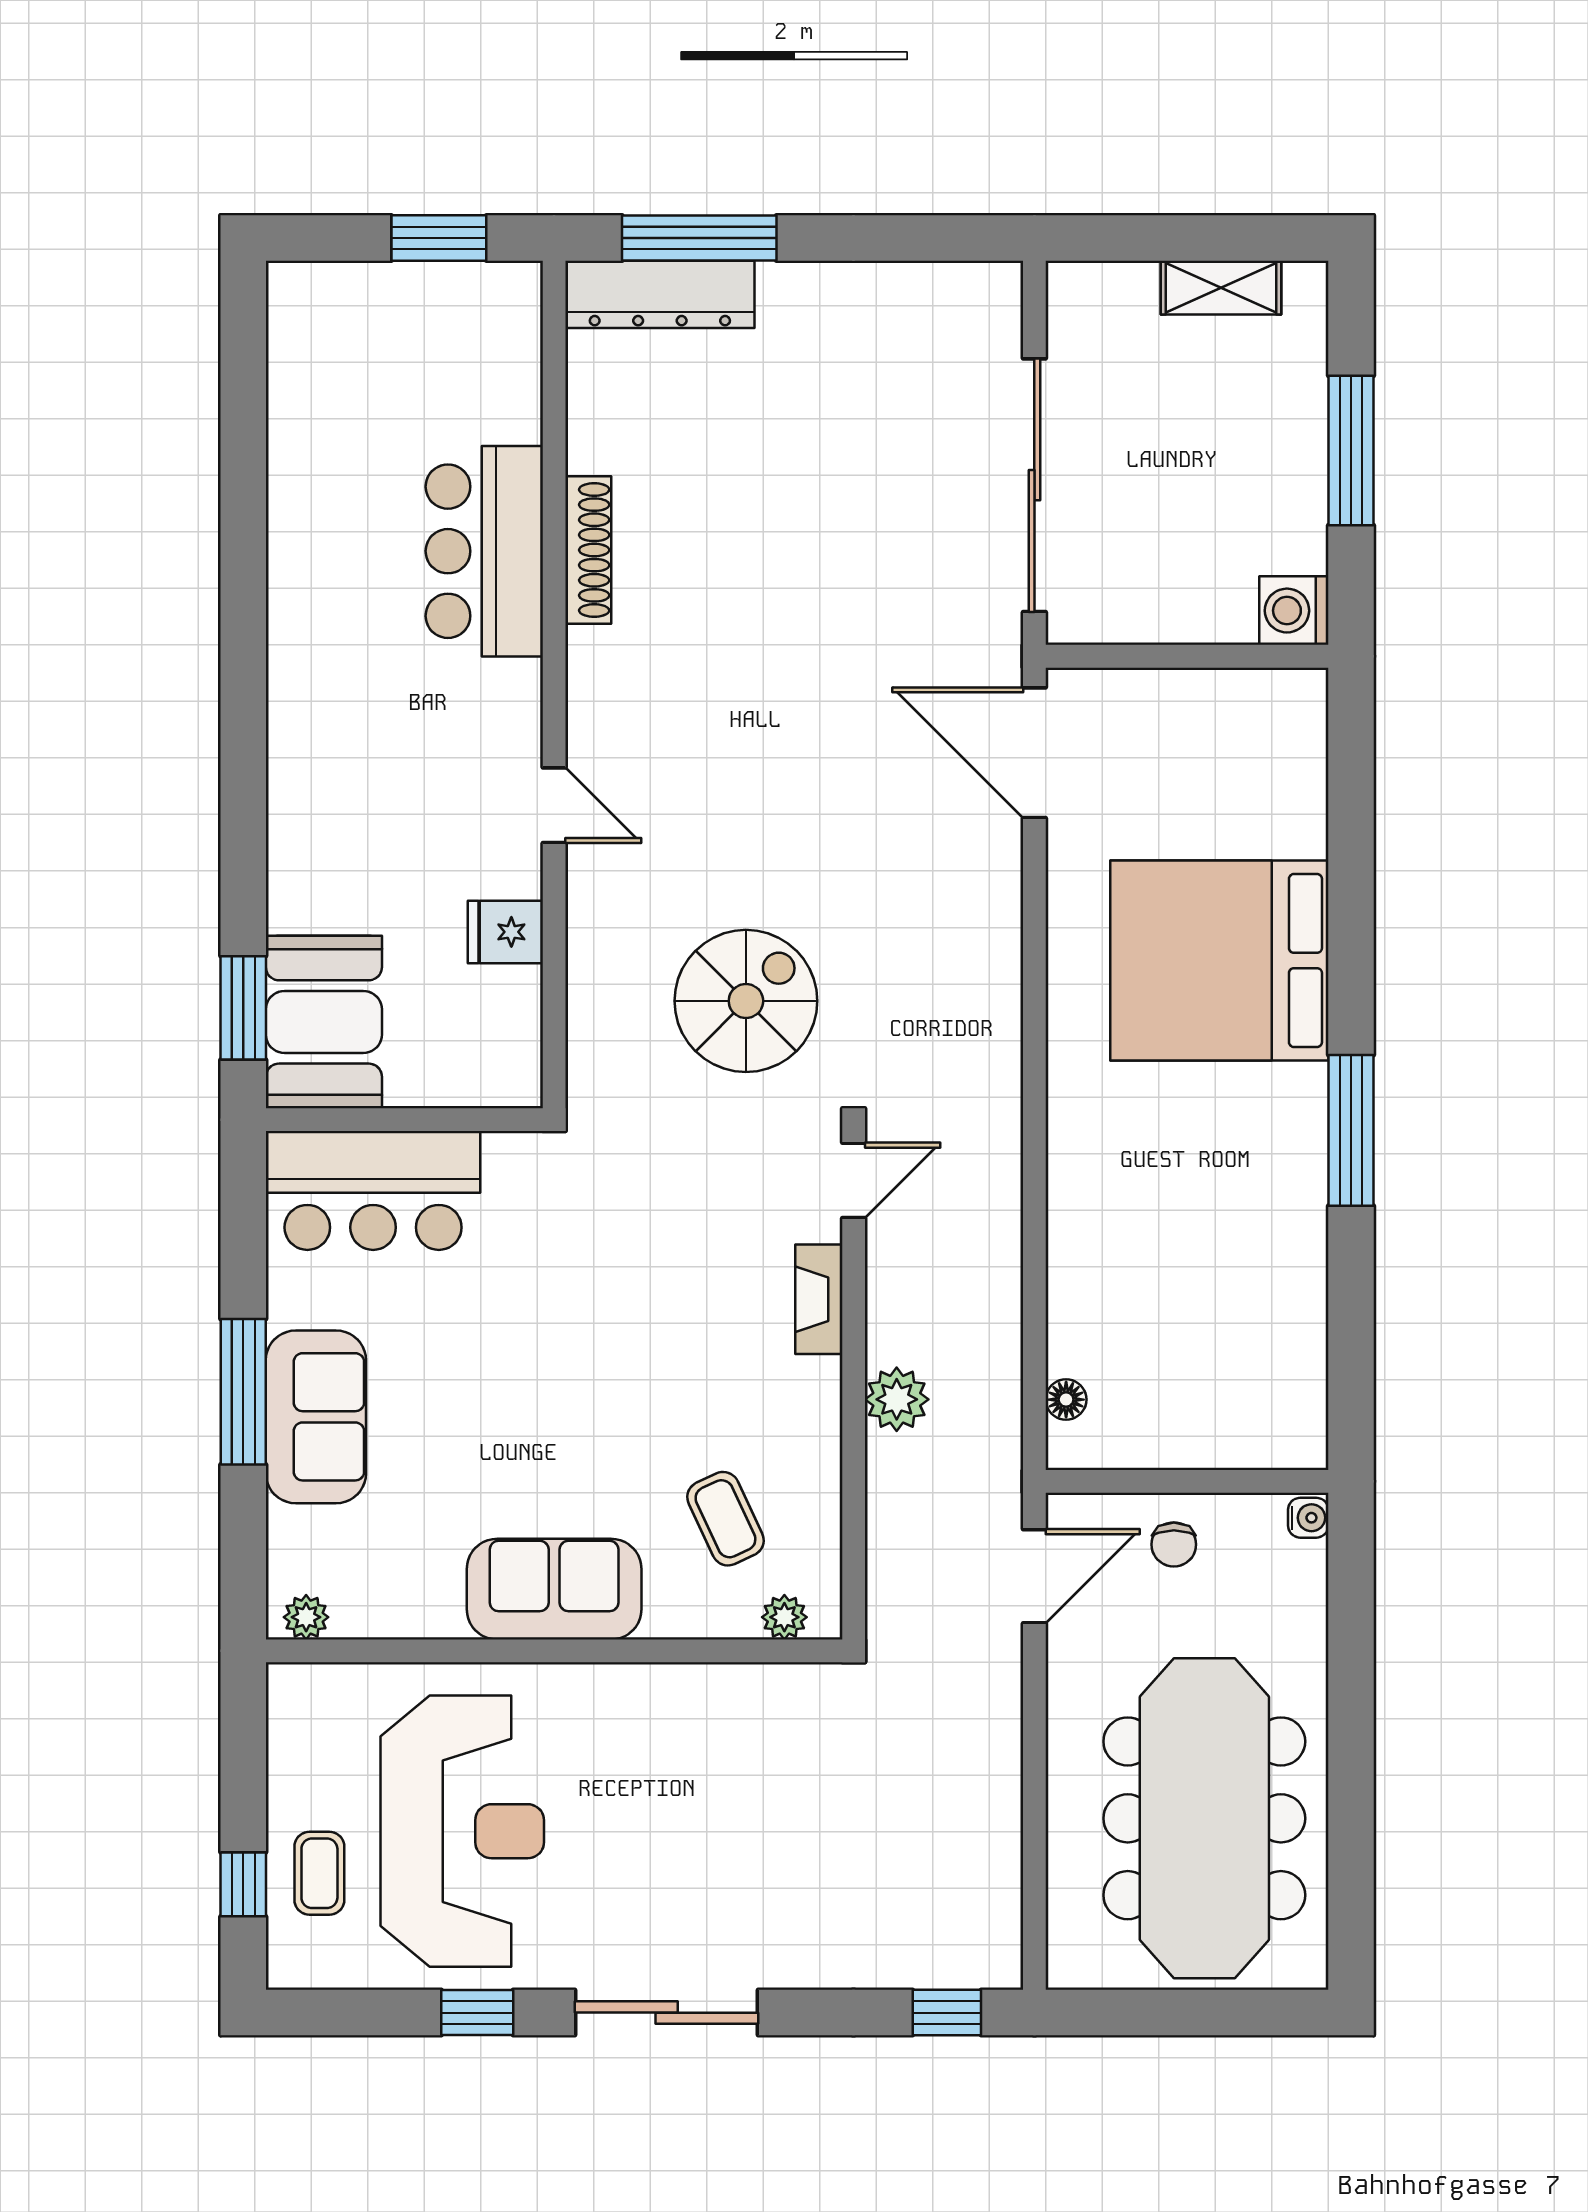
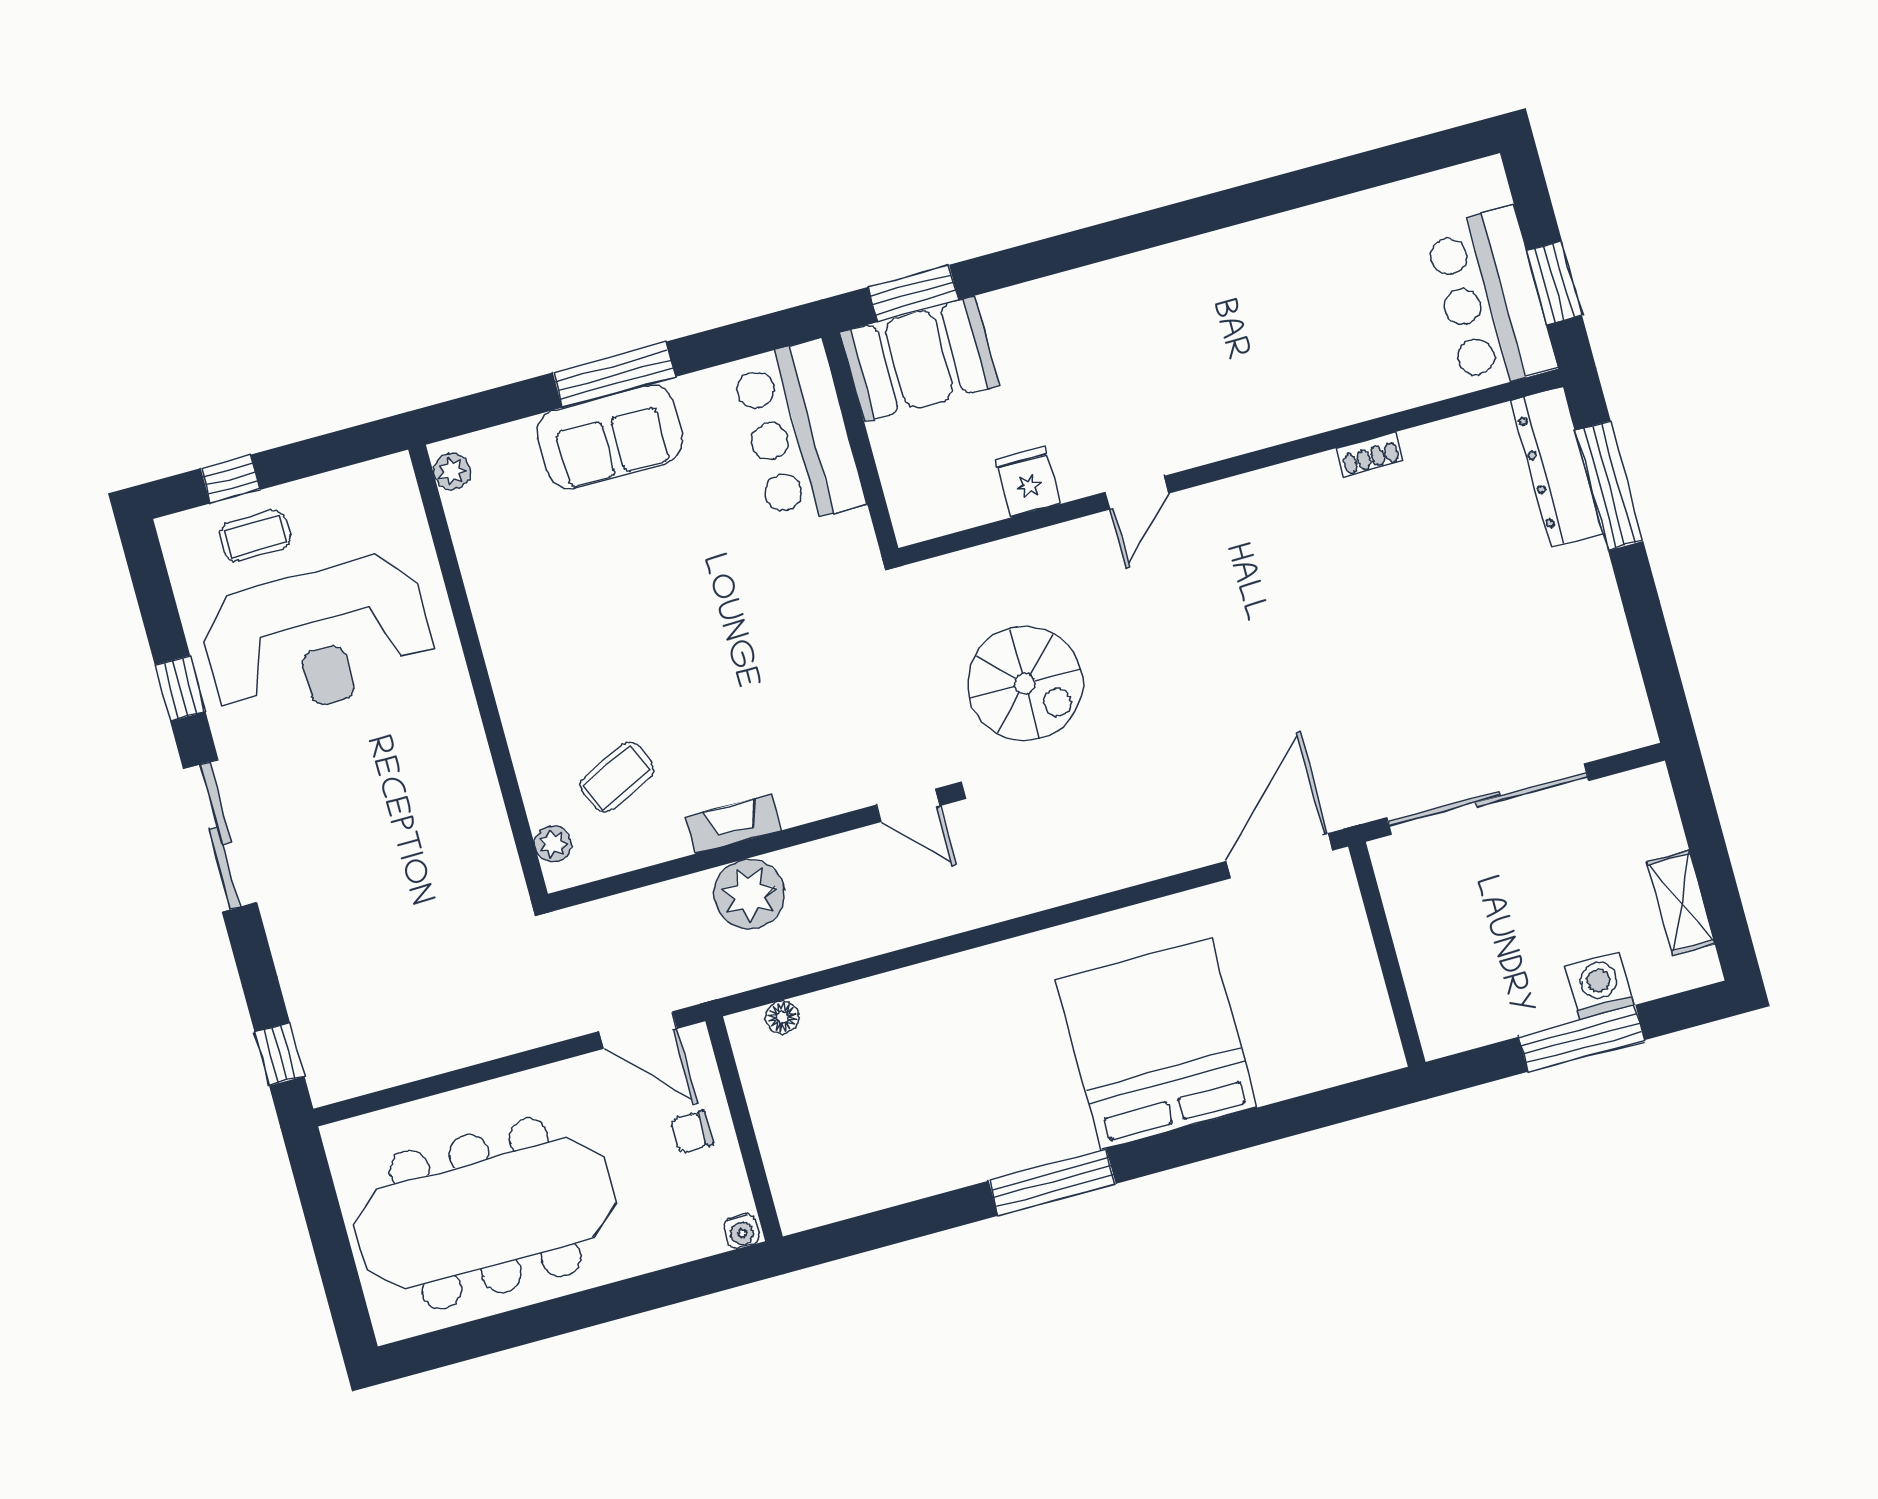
shoe rack: (588, 550) -> (1370, 454), width x0.51, depth x0.81
bar counter: (484, 551) -> (1491, 299), moved, turned -90
washing machine: (1294, 611) -> (1600, 986), moved
fireplace: (819, 1299) -> (733, 824), moved
plant: (897, 1399) -> (749, 894), width x1.36, depth x1.36
sofa: (554, 1589) -> (526, 659), removed

